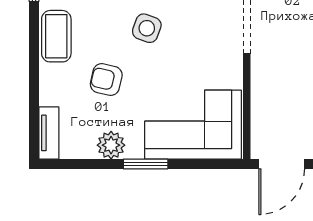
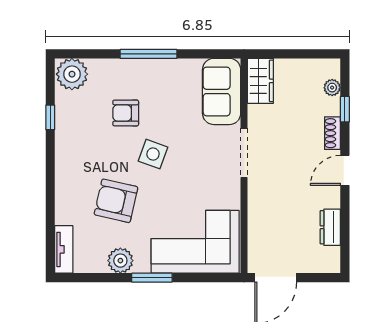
coffee table: (56, 36) -> (71, 161), removed
armchair: (106, 80) -> (116, 201), width x1.38, depth x1.38

